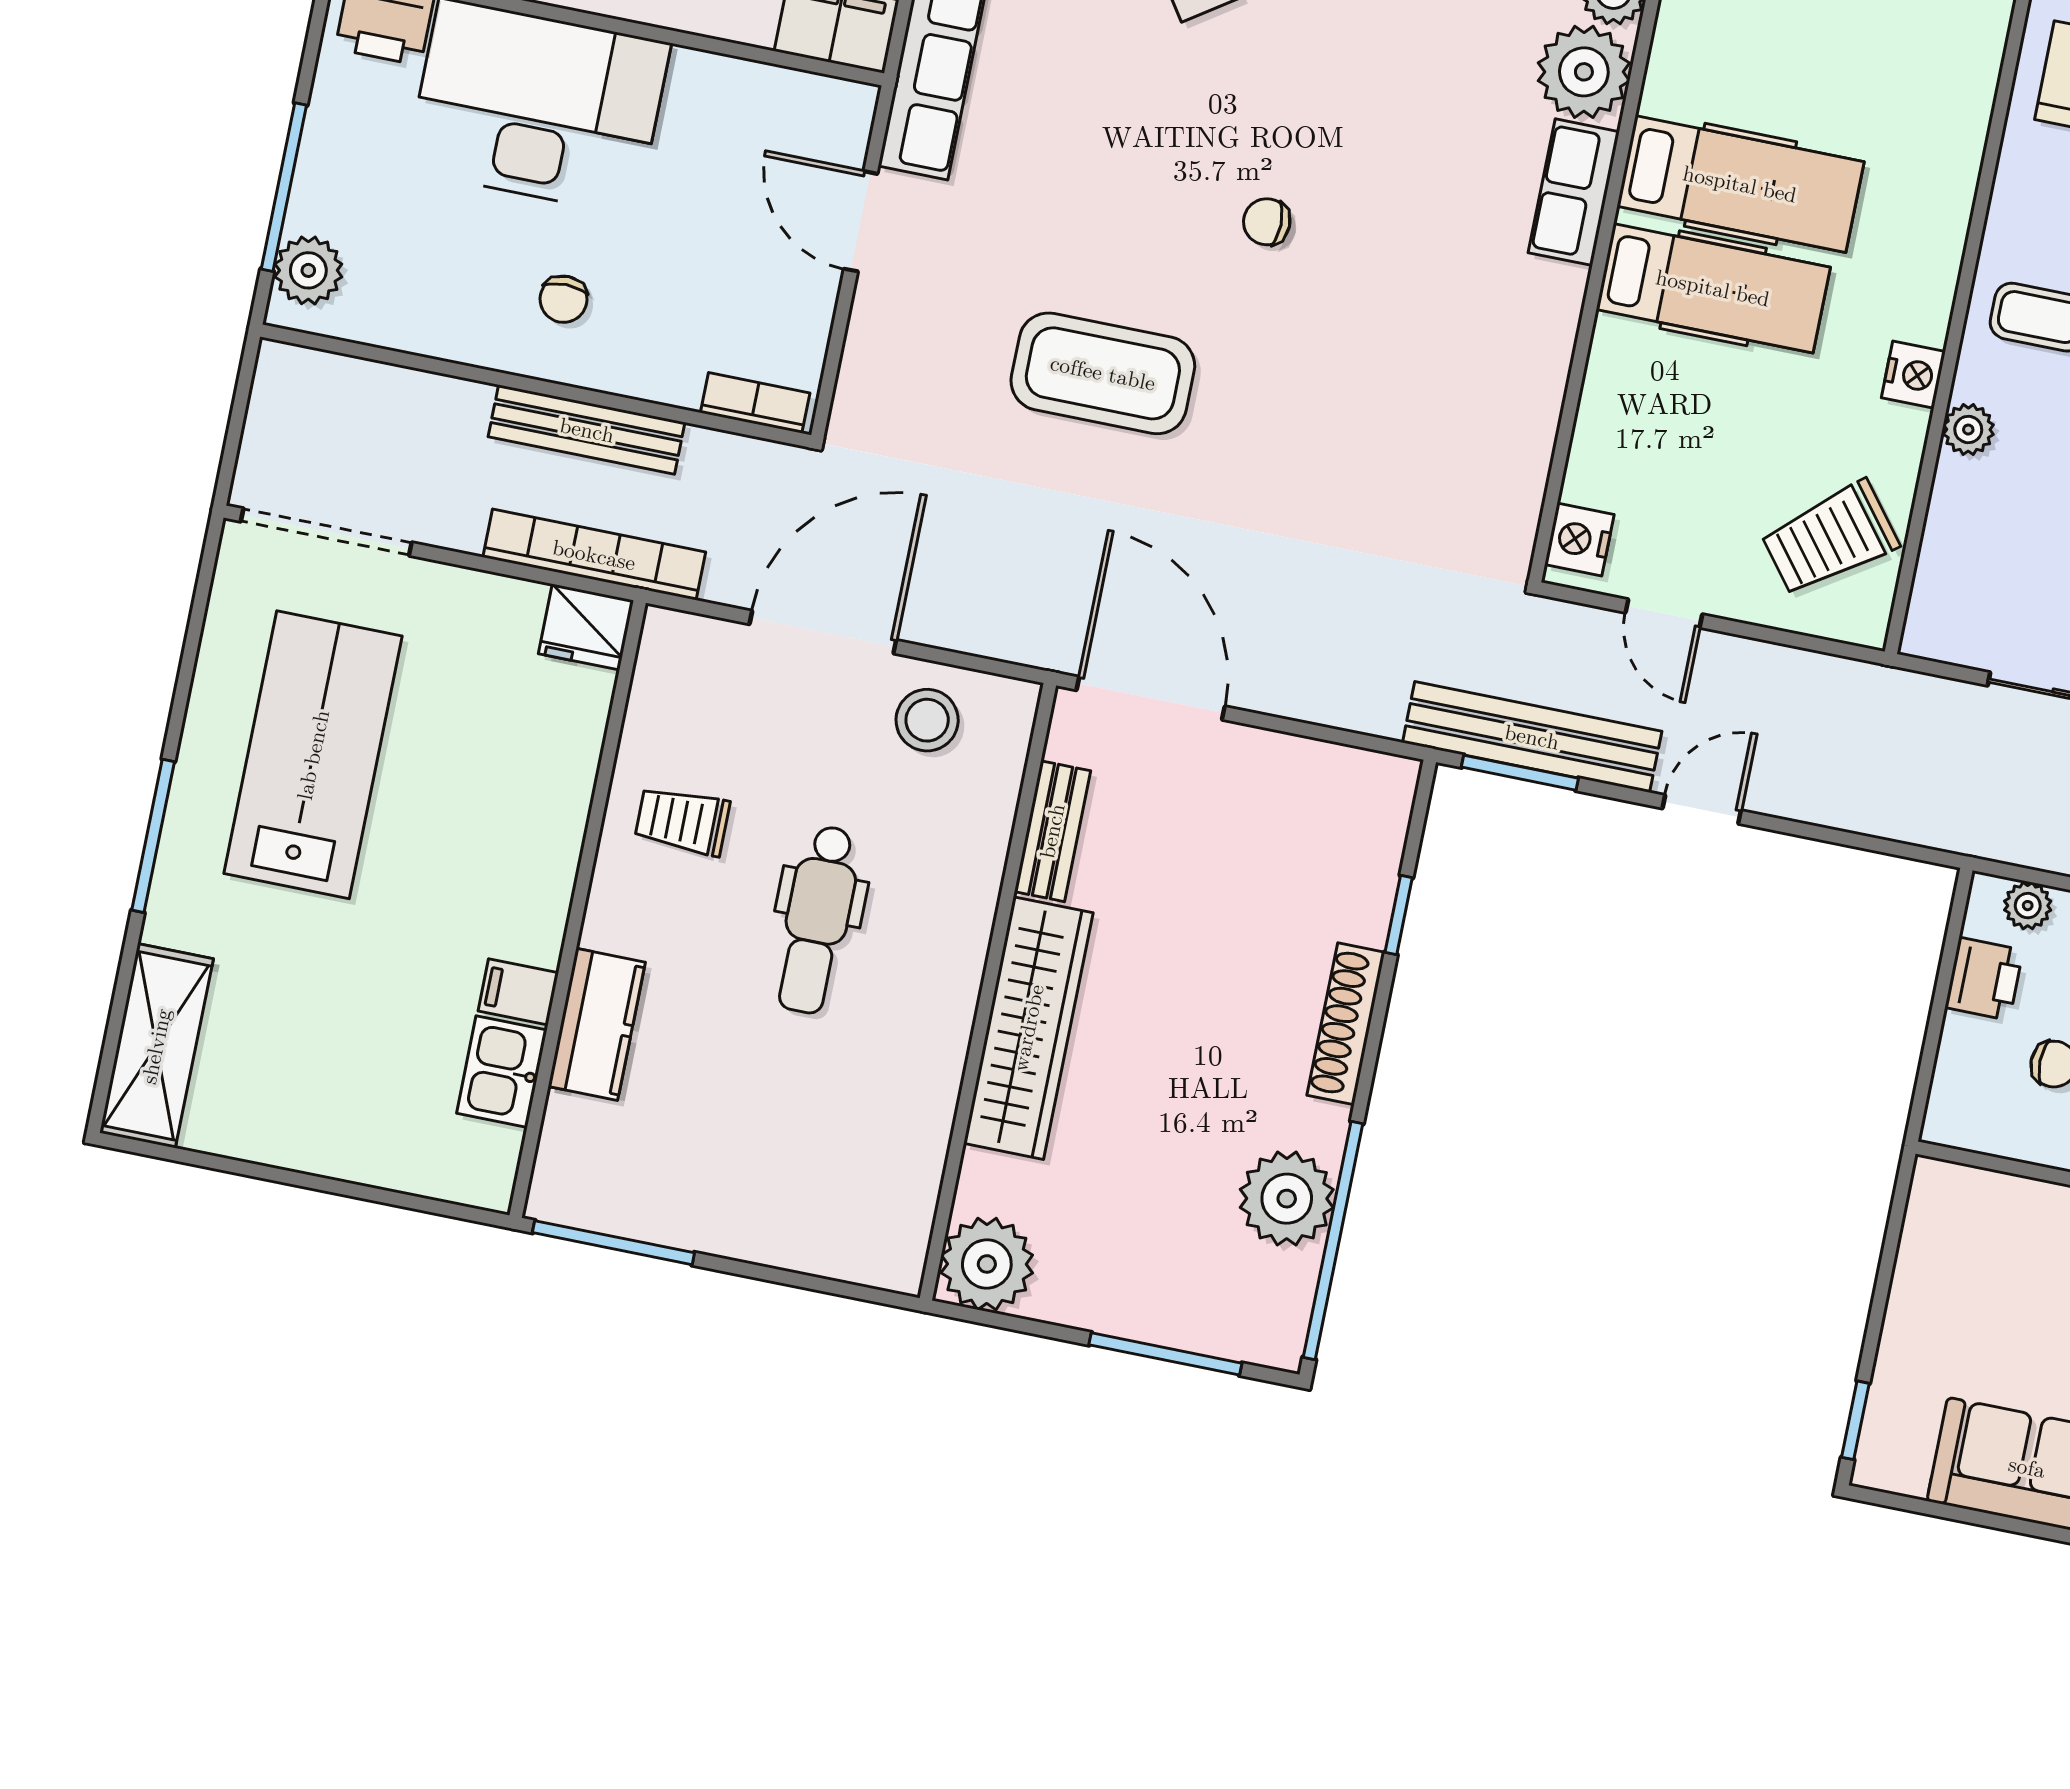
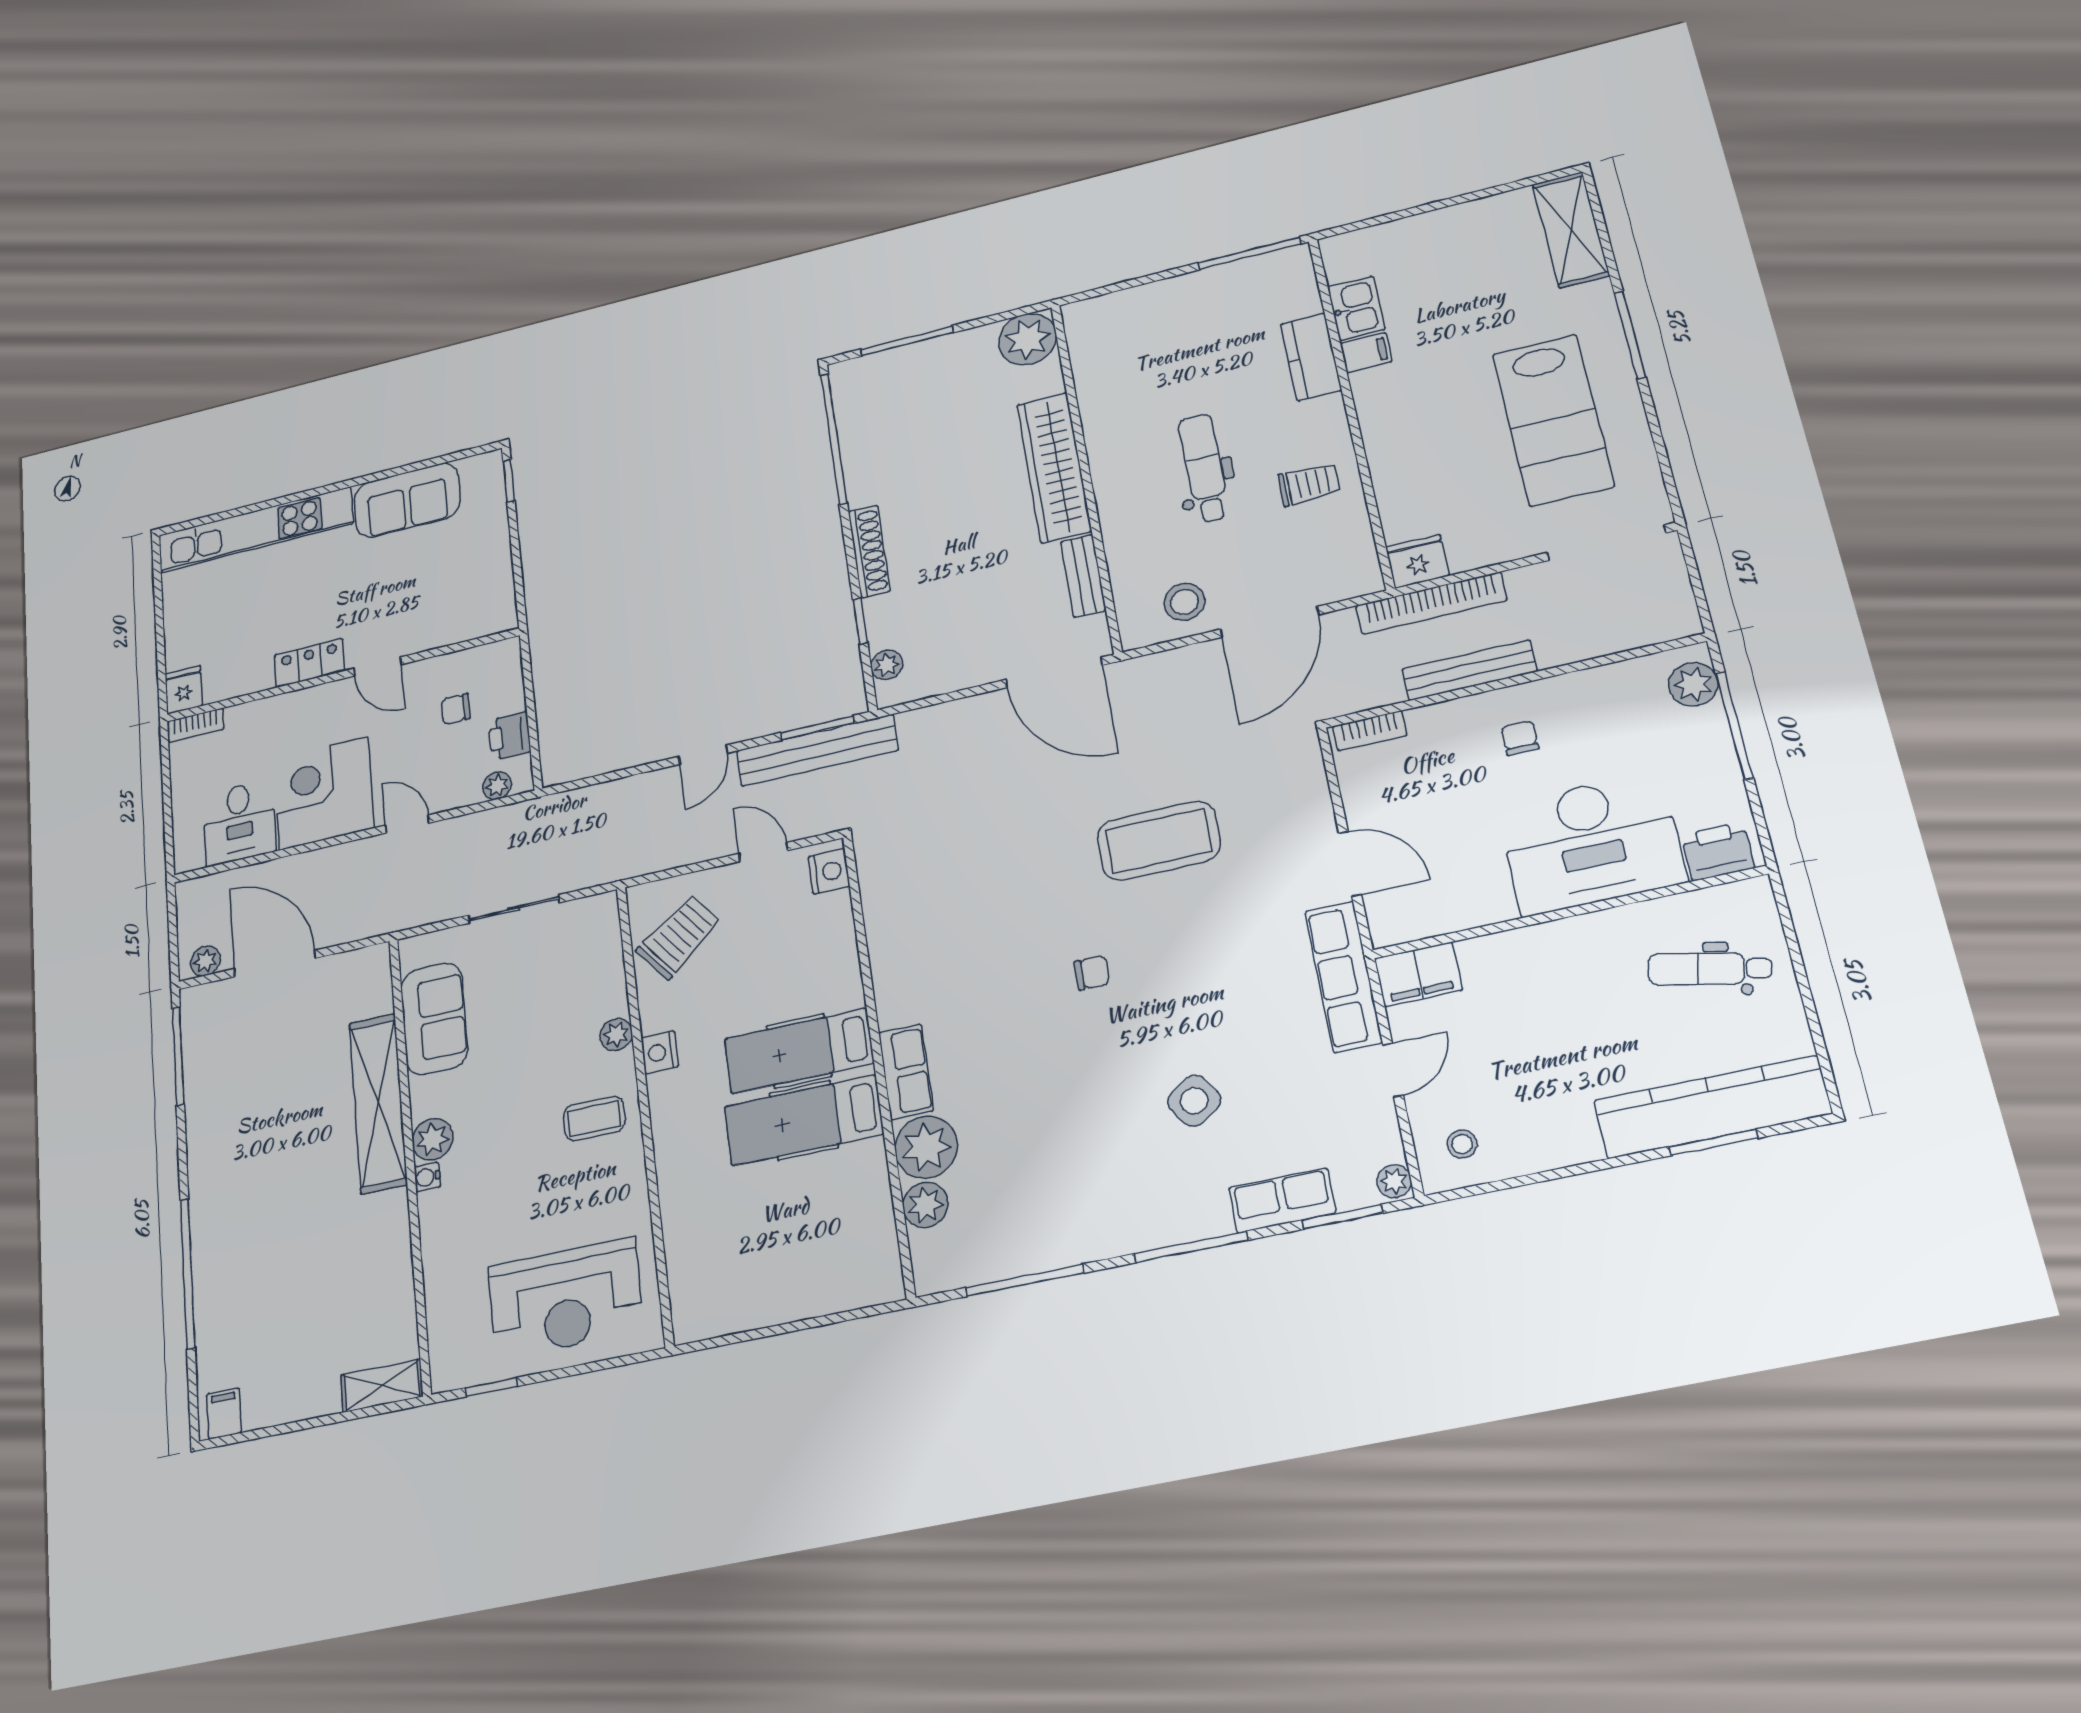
plant: (1287, 1199) -> (887, 665), moved, width x0.53, depth x0.53

